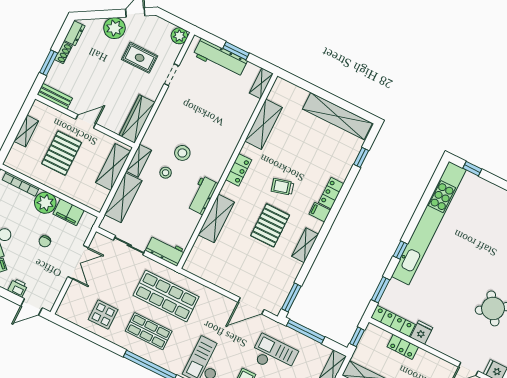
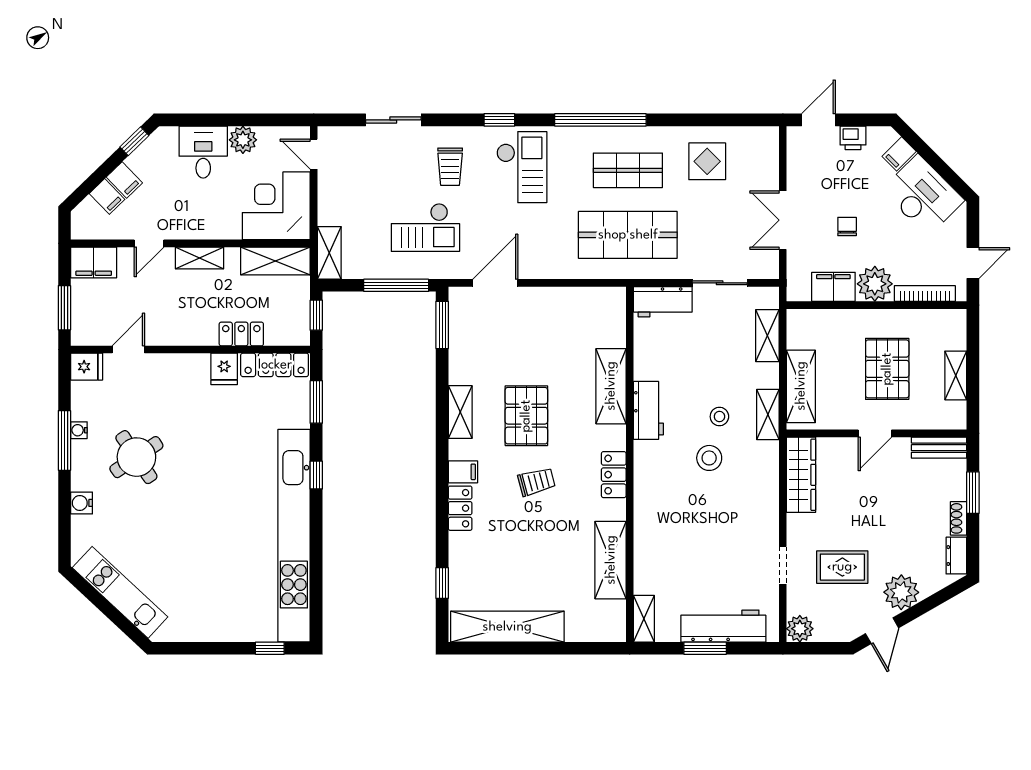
shelving: (123, 198) -> (767, 336), width x0.67, depth x0.75

